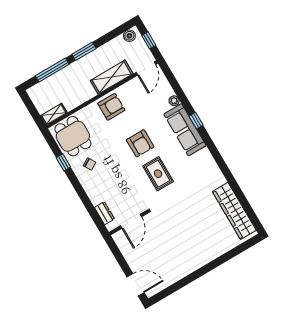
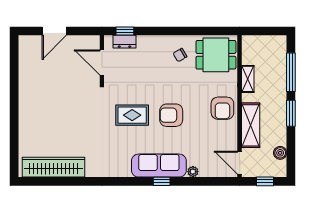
boiler: (129, 36) -> (280, 153), moved
shelving: (54, 114) -> (248, 79), moved
window: (63, 162) -> (125, 31), moved
door: (136, 285) -> (54, 31), moved

